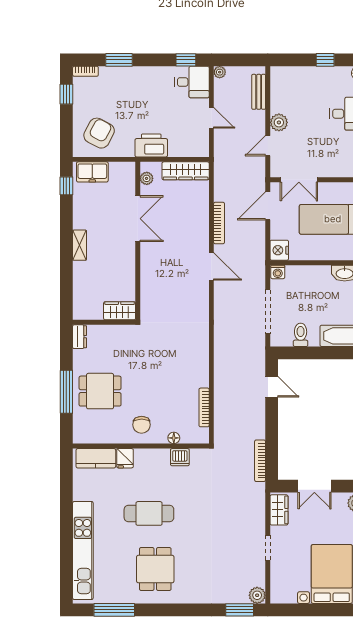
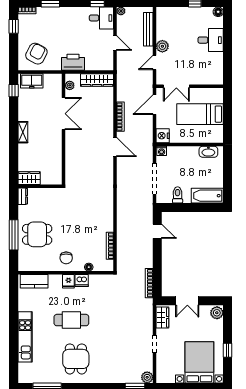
bench: (259, 92) -> (148, 29), width x1.36
wardrobe: (120, 311) -> (29, 178), moved
dishwasher: (180, 457) -> (82, 281), moved
fridge: (125, 458) -> (68, 281), moved
kitchen unit: (83, 551) -> (25, 337), width x0.73

